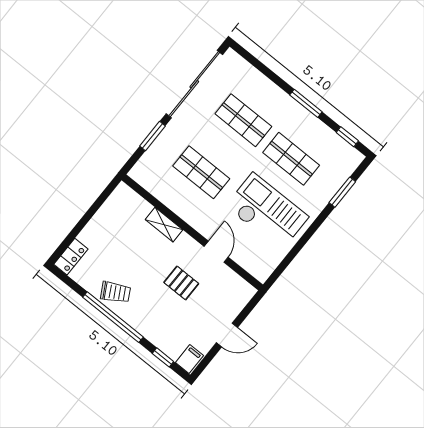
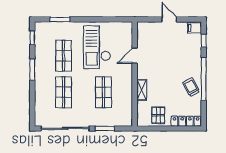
locker: (71, 257) -> (186, 121), width x1.53
pallet: (181, 283) -> (158, 115), moved

